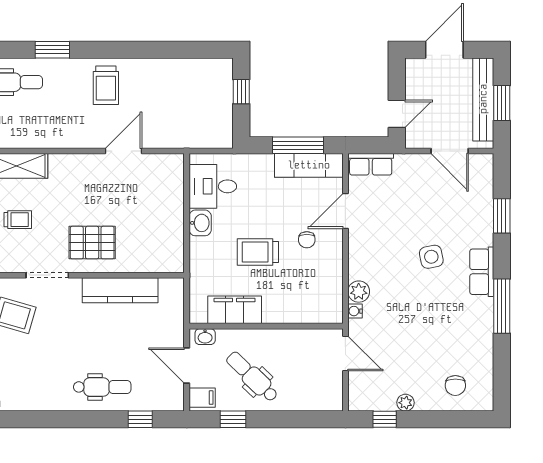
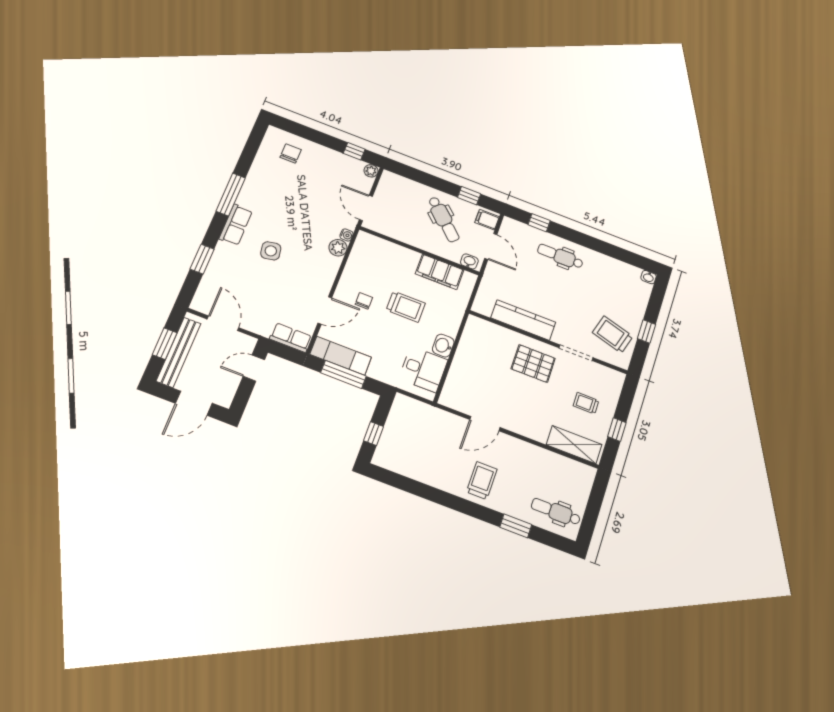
plant: (405, 403) -> (371, 171), moved

